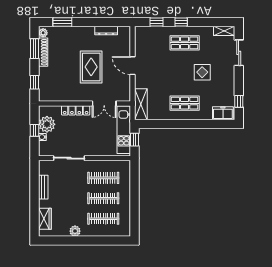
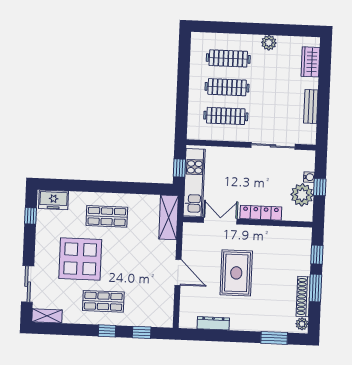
window: (35, 49) -> (315, 288), moved
display table: (202, 72) -> (80, 259), width x1.86, depth x1.86

